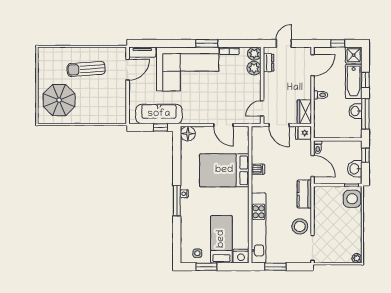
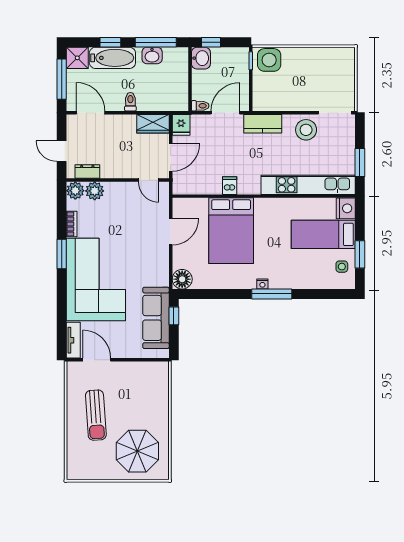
window: (338, 43) -> (62, 79), width x2.17
washbasin: (355, 169) -> (201, 58), moved, turned -90
plant: (357, 258) -> (349, 54), removed

